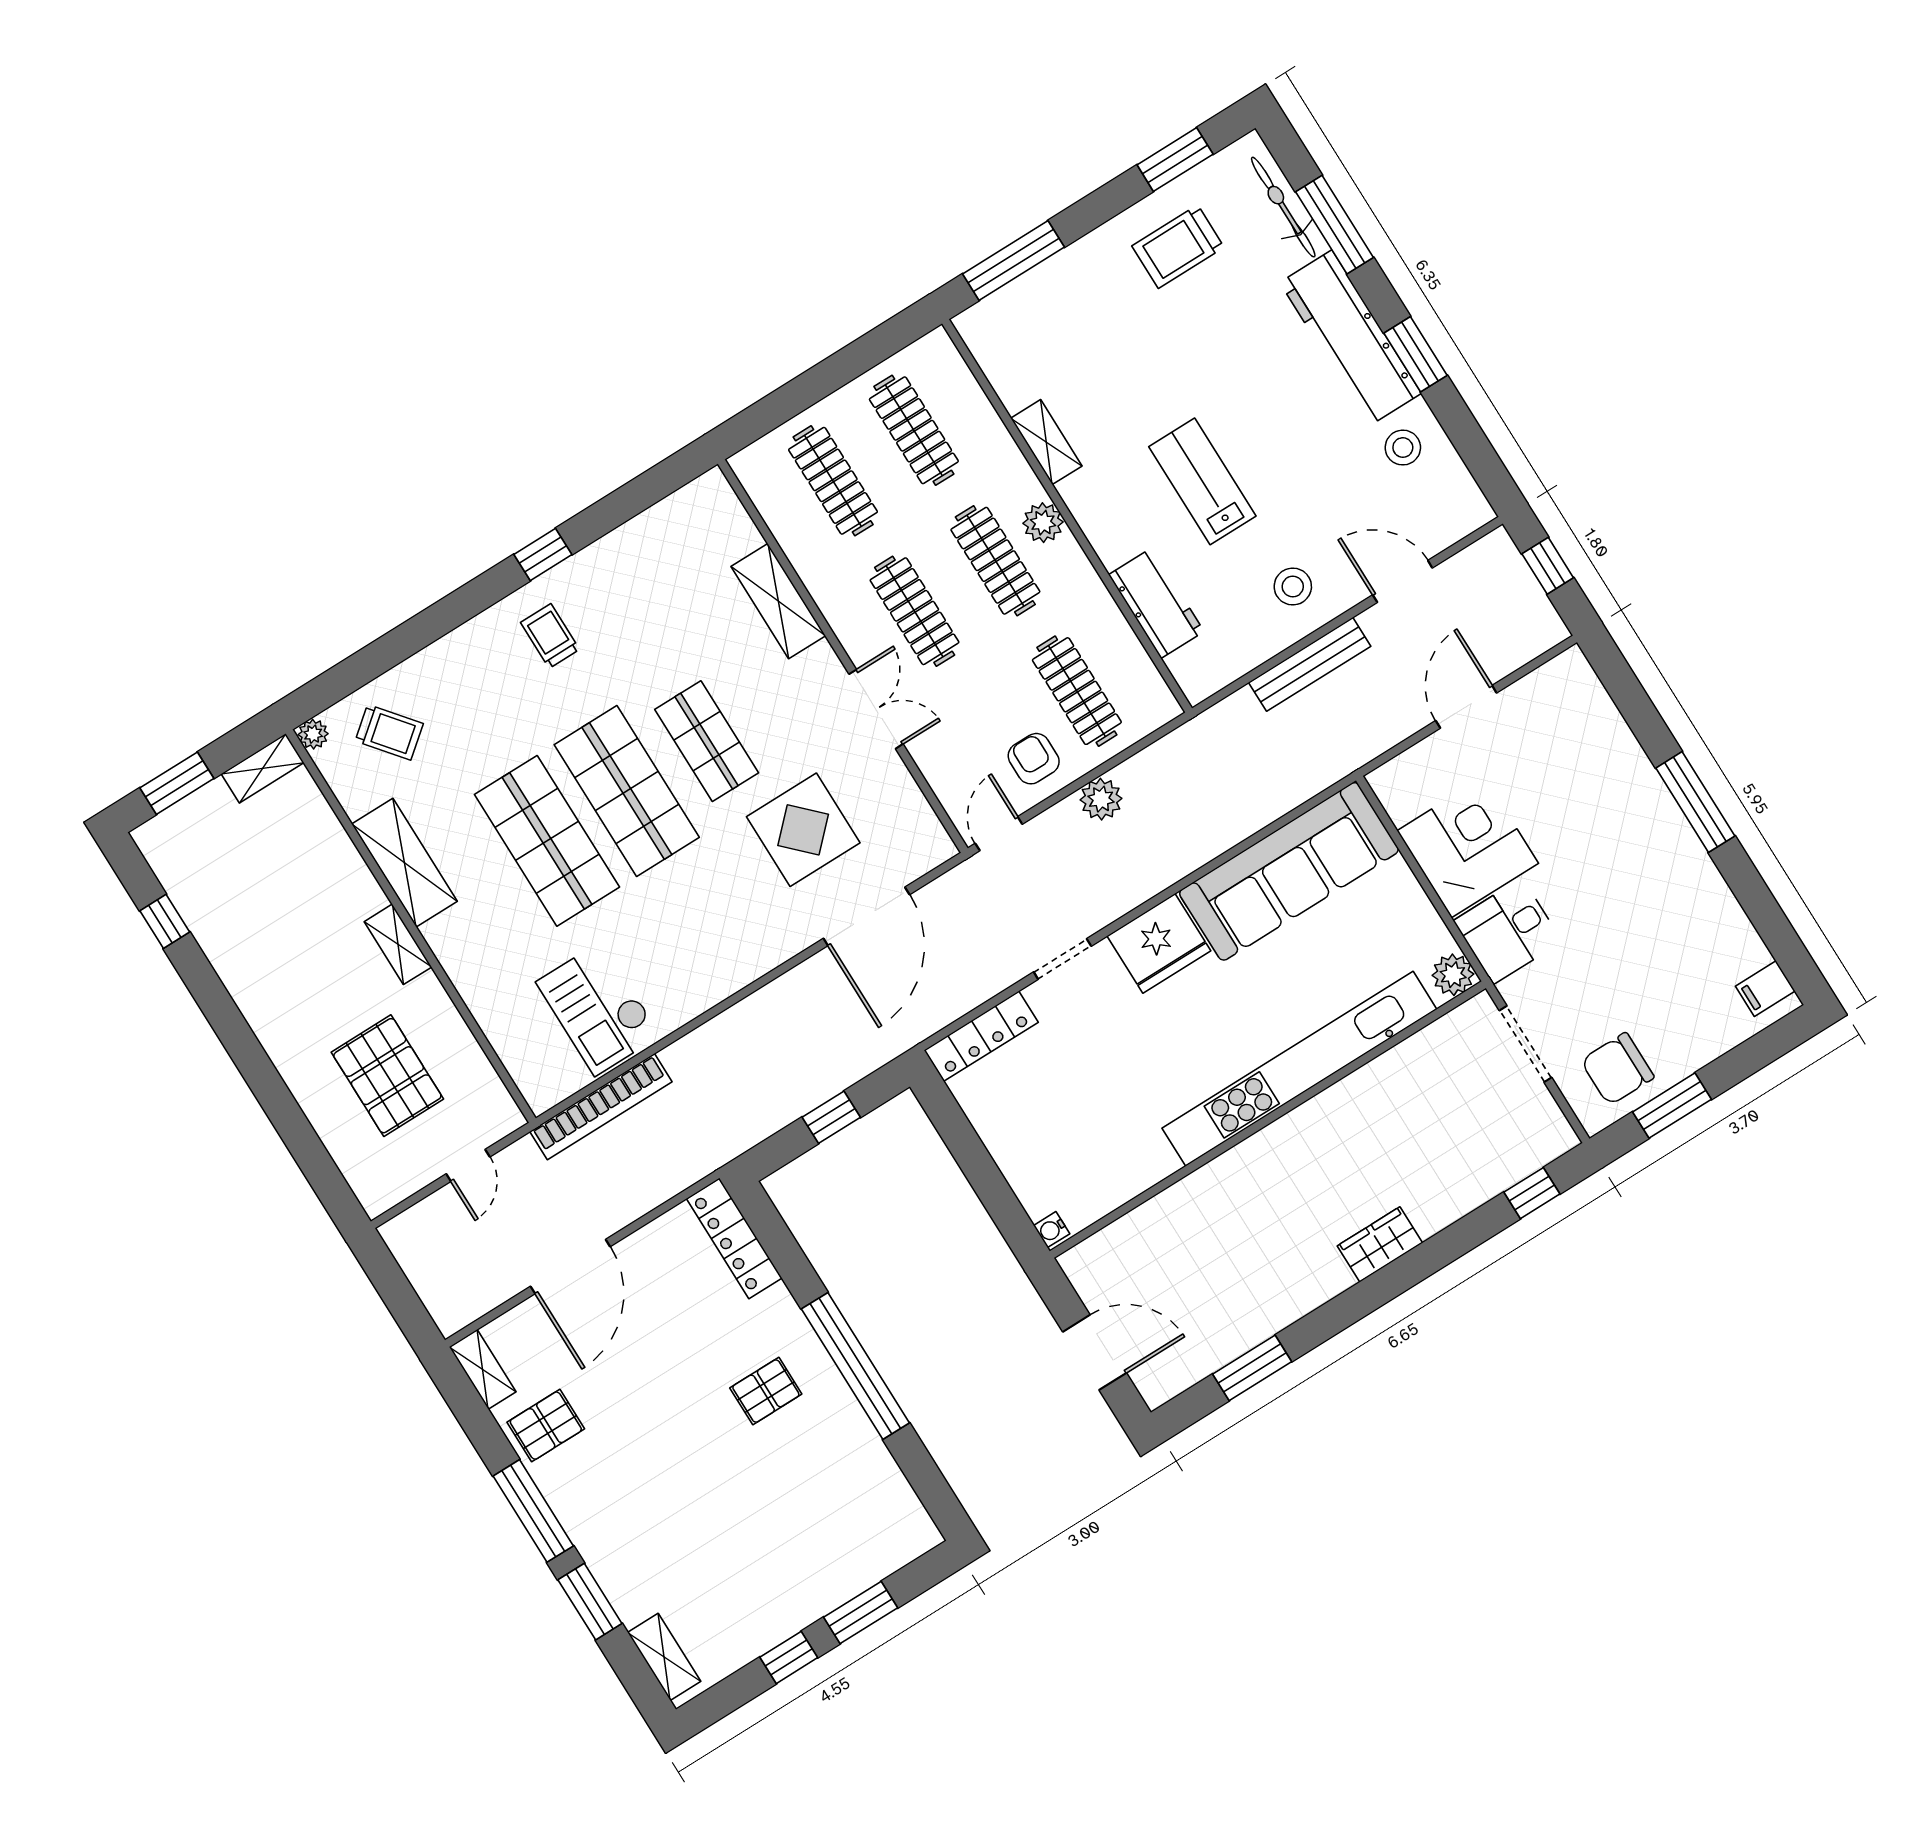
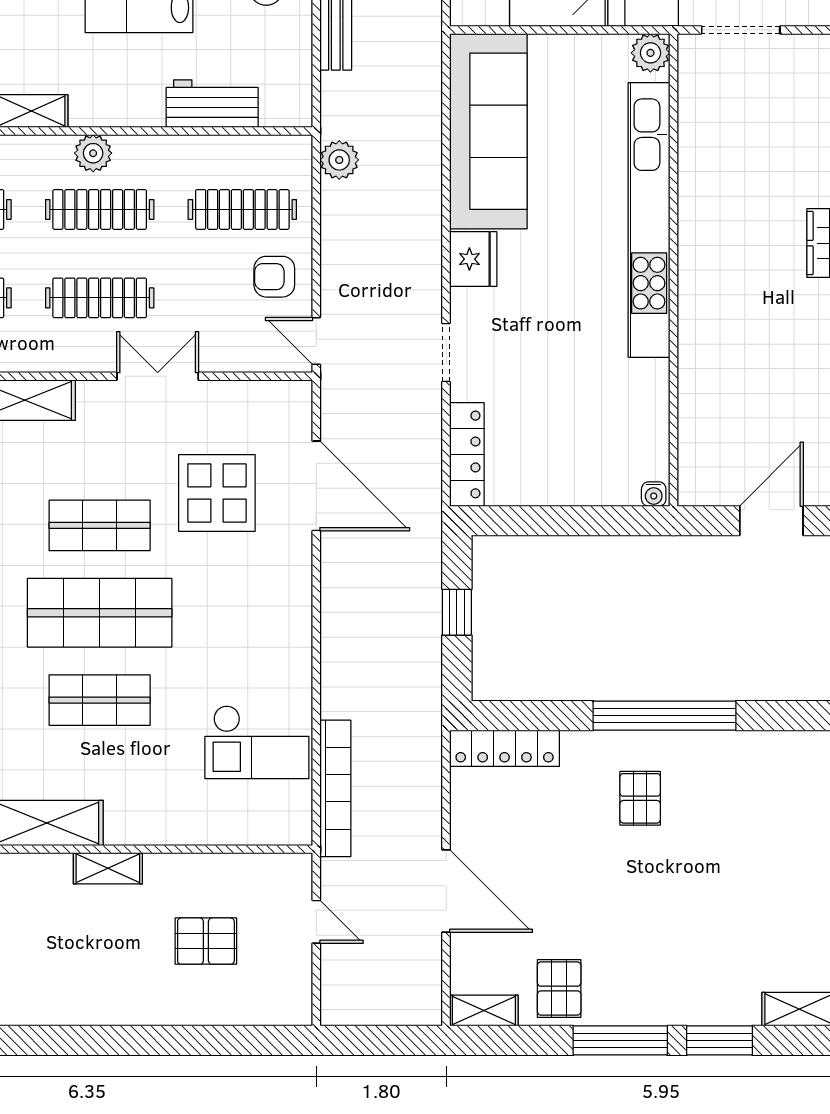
plant: (1101, 799) -> (339, 160), moved
shop shelf: (547, 841) -> (100, 700), width x0.70, depth x0.74
fridge: (1159, 943) -> (473, 259), width x0.73, depth x0.75
pallet: (387, 1076) -> (206, 941), width x0.67, depth x0.71

